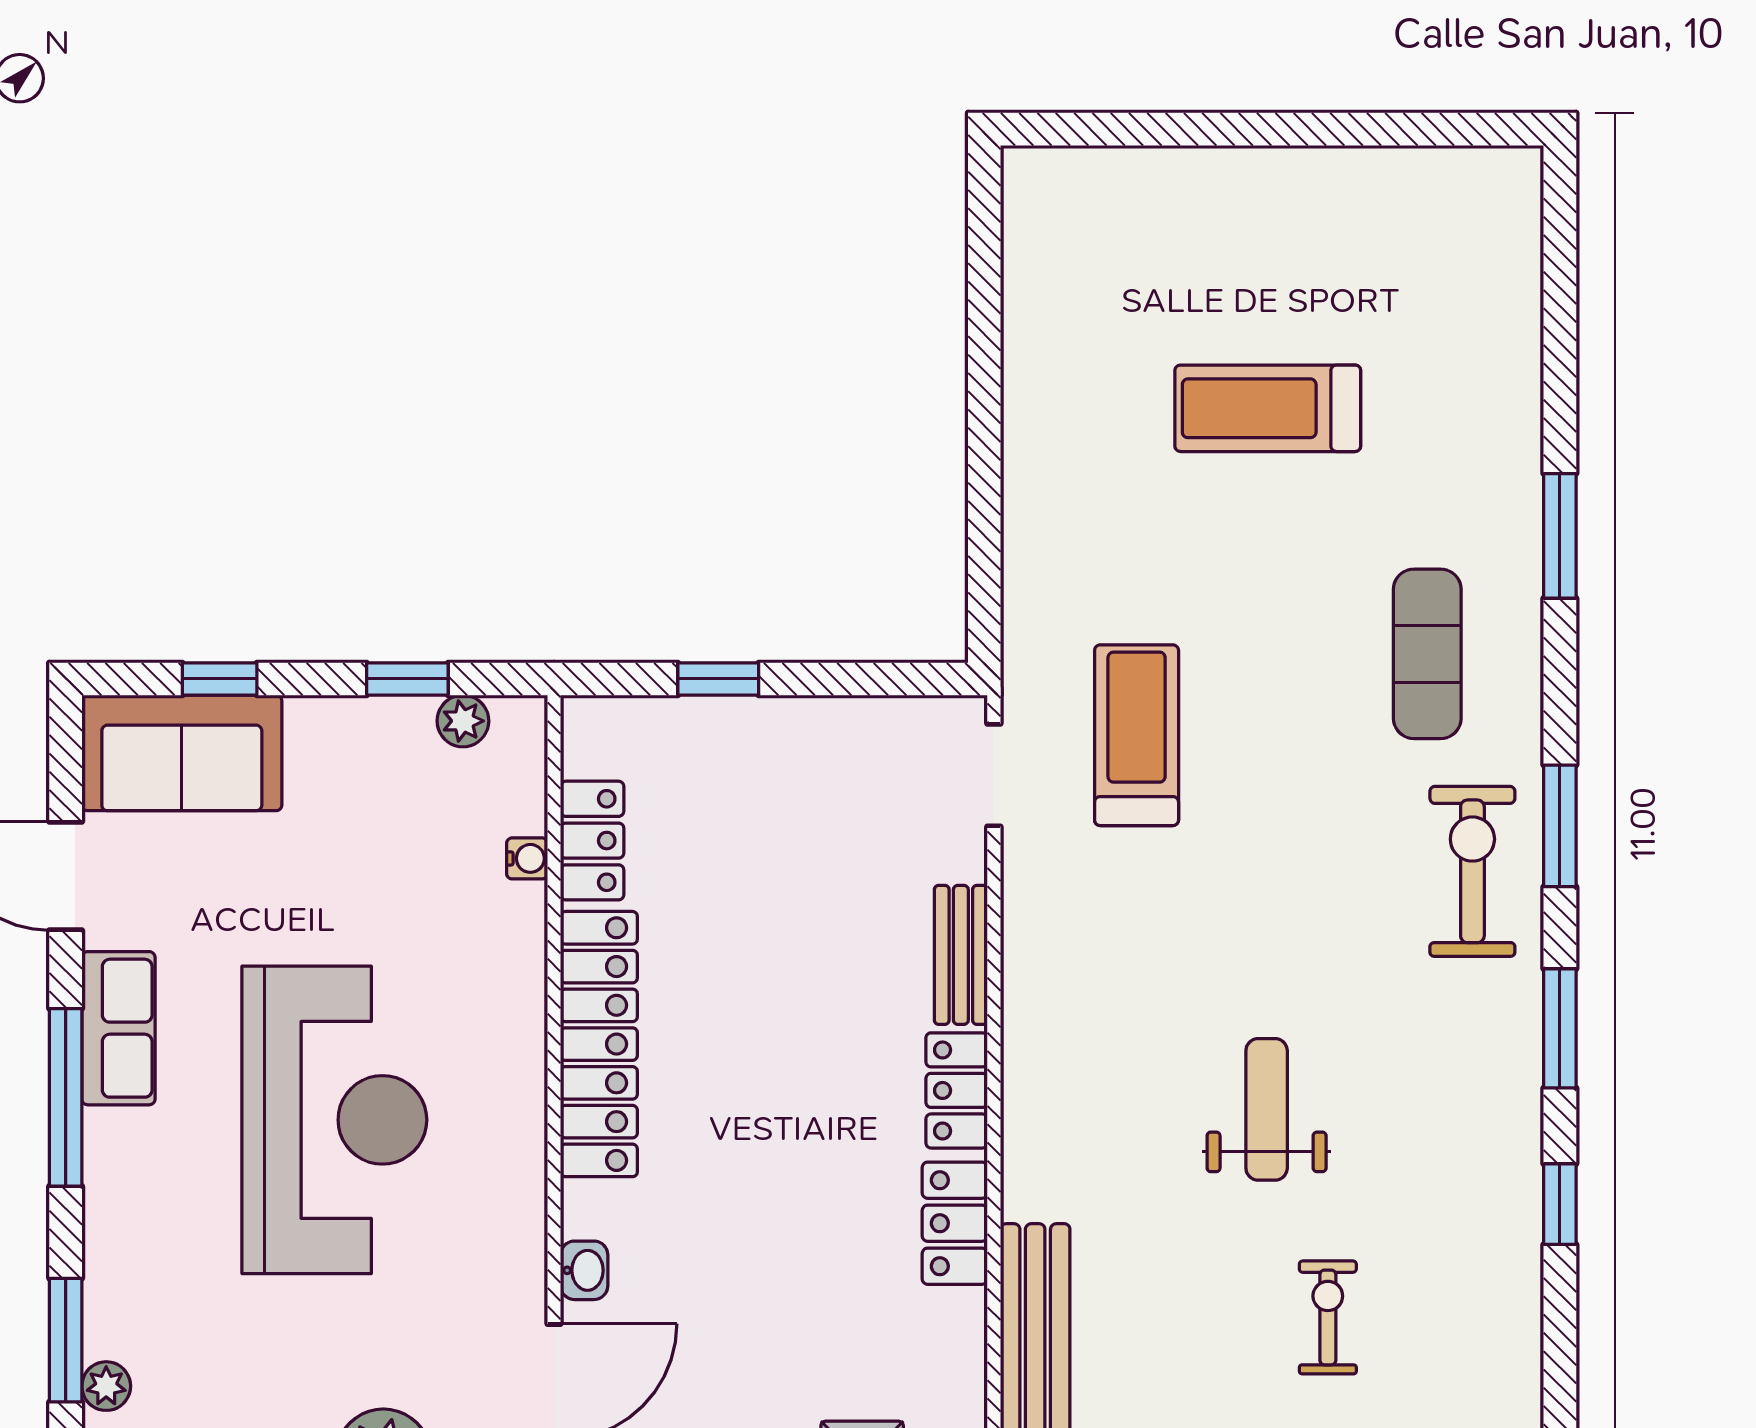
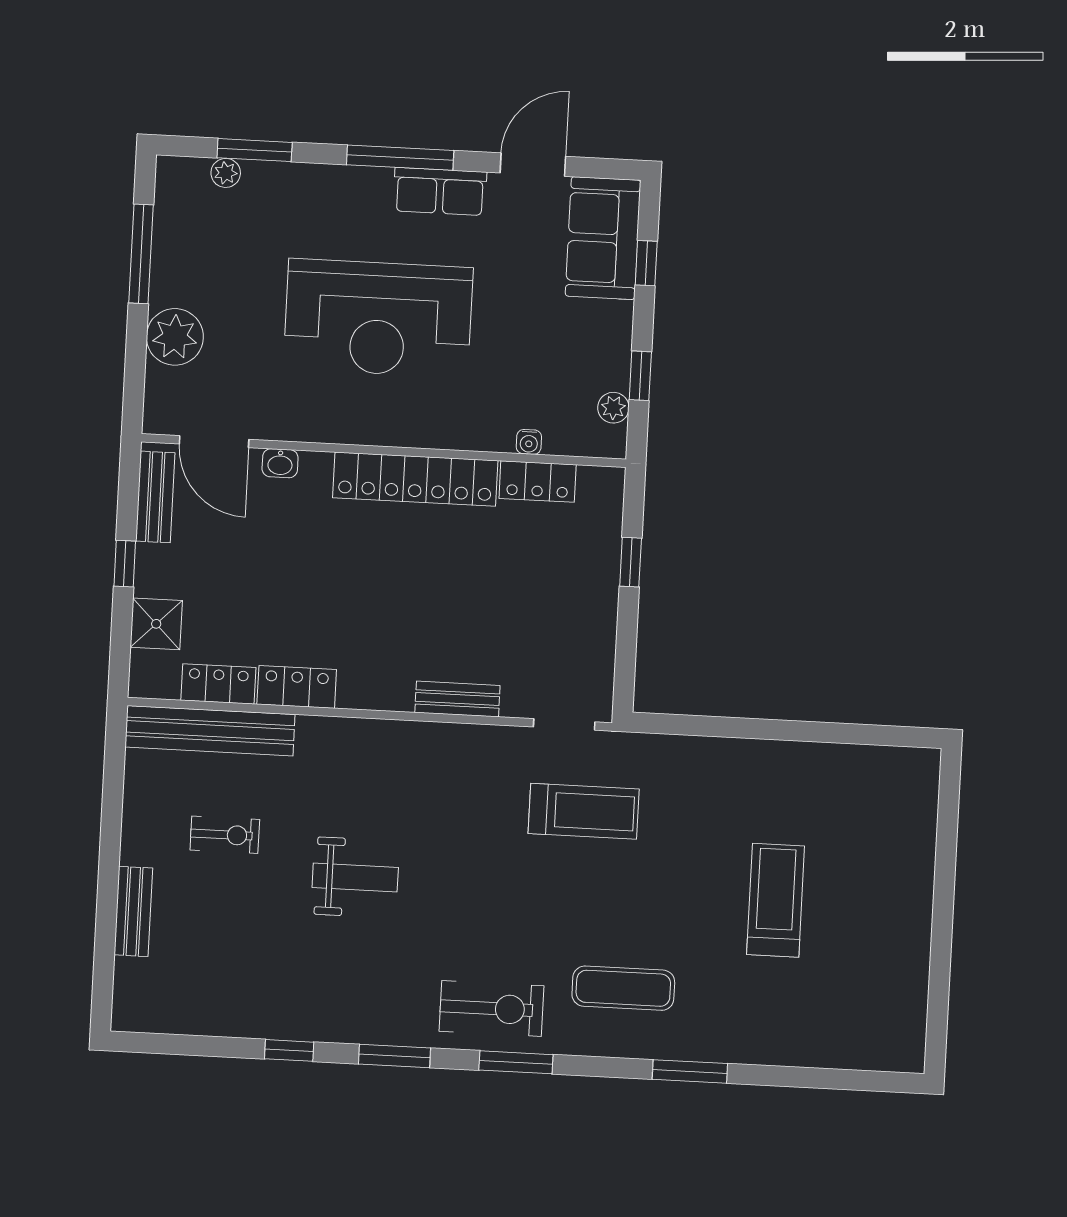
locker: (957, 1090) -> (218, 684), moved
exercise bike: (1328, 1317) -> (225, 835), moved

